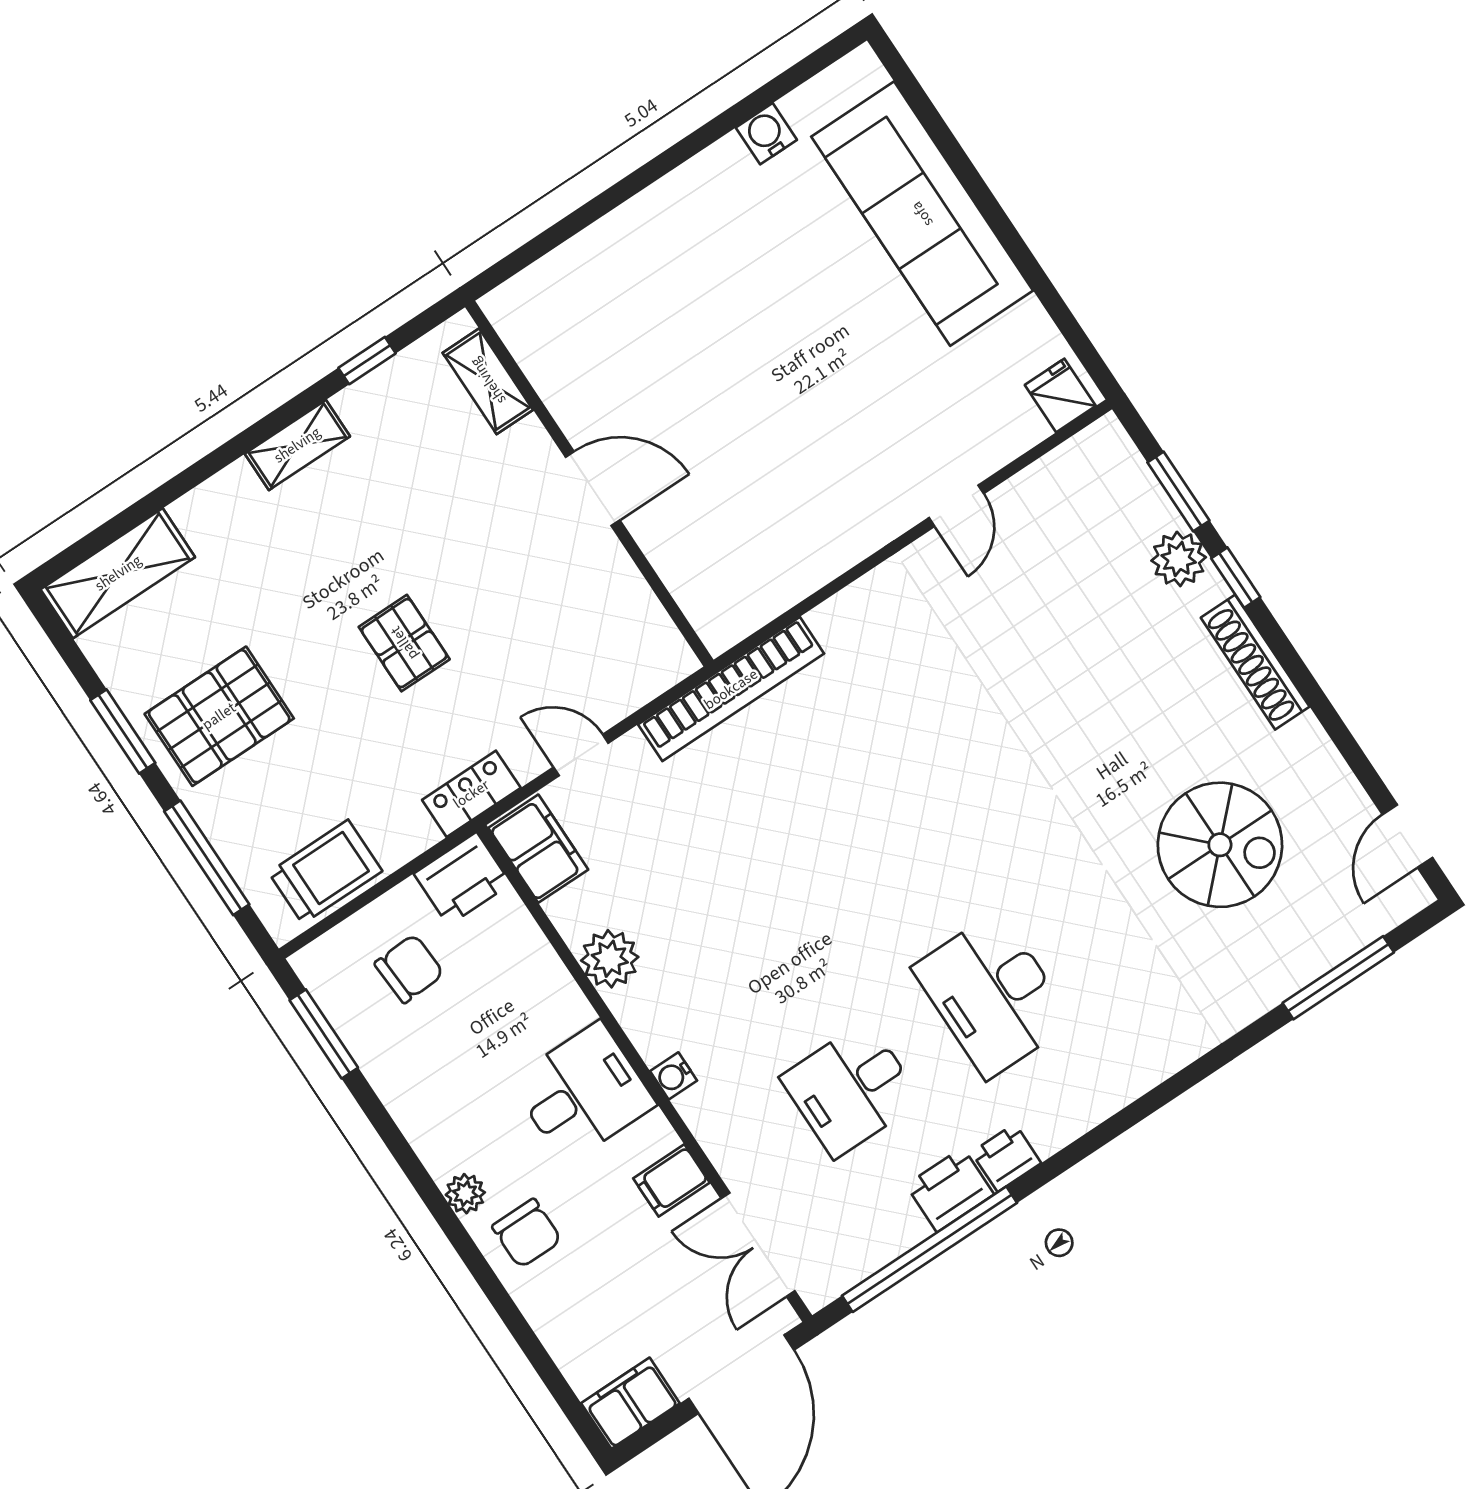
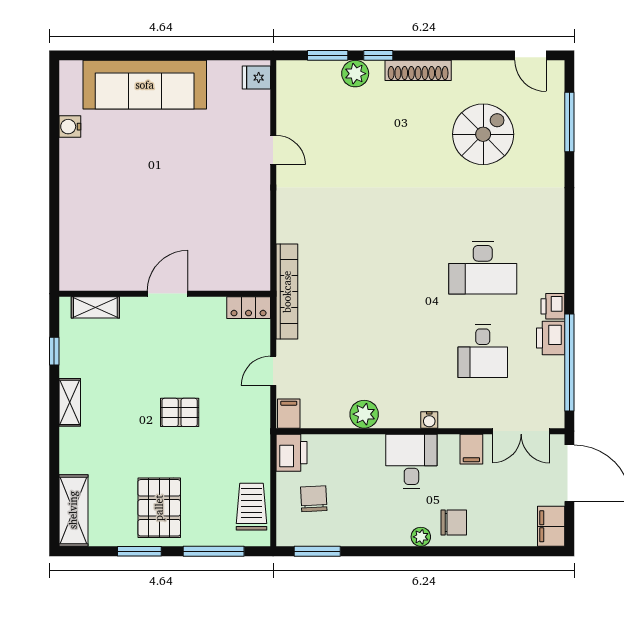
locker: (471, 794) -> (249, 308), moved, turned -90
filing cabinet: (538, 849) -> (289, 414), width x0.50

